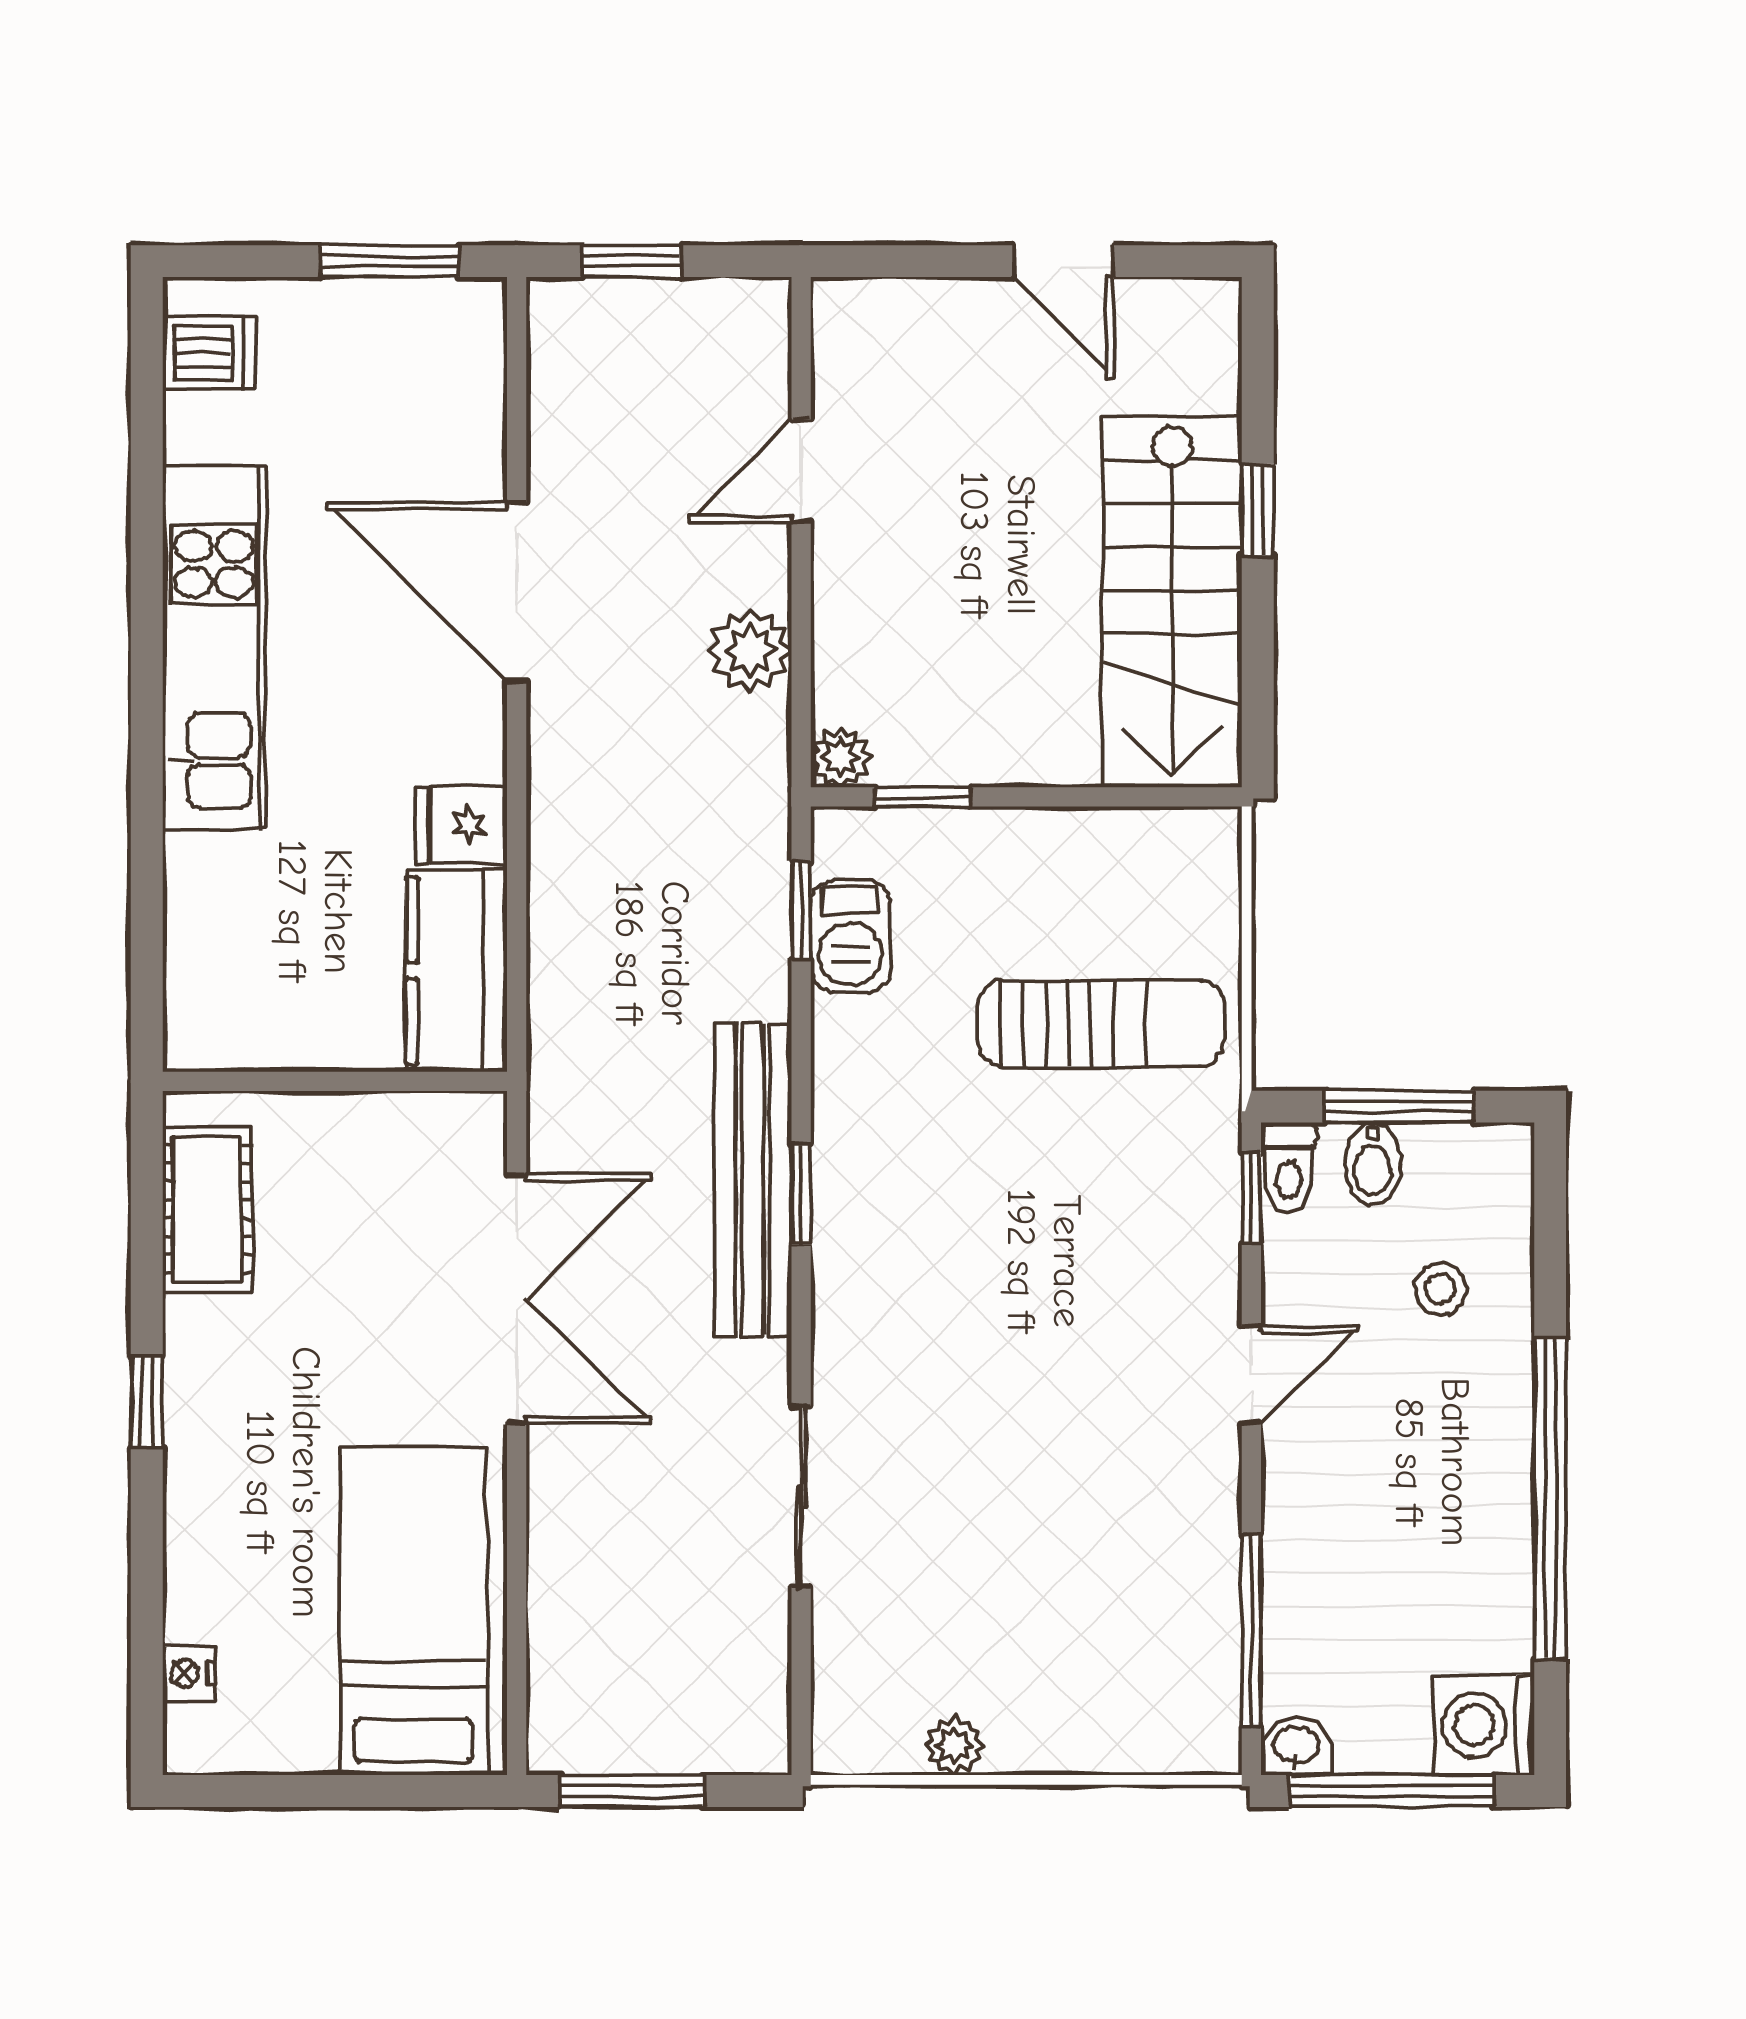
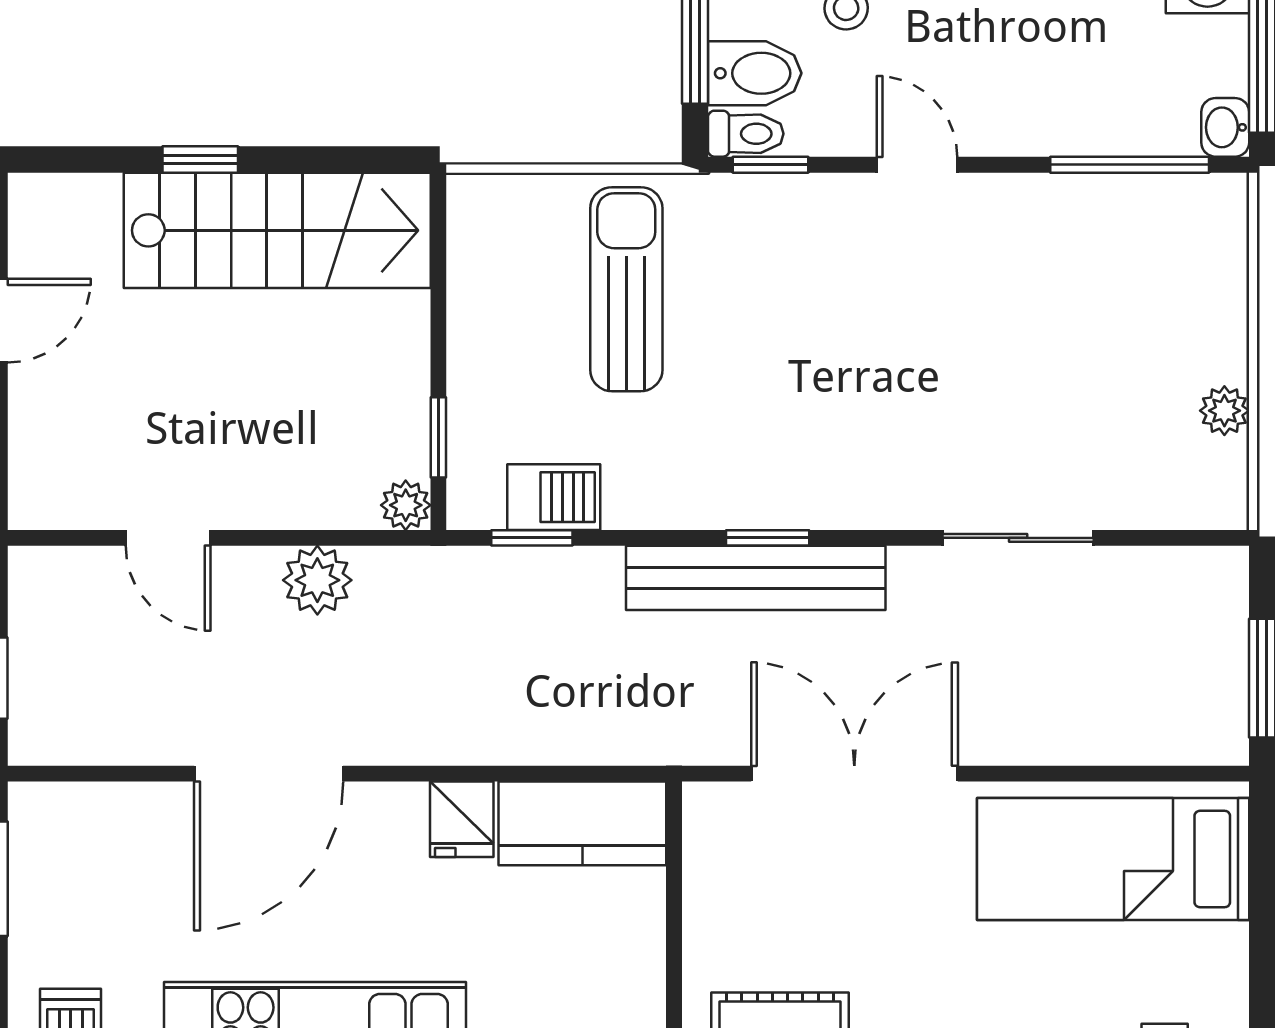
bidet: (1373, 1164) -> (755, 73), width x1.38, depth x1.36

